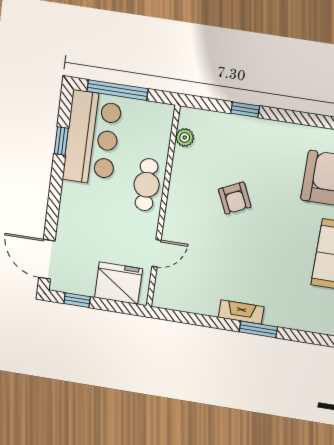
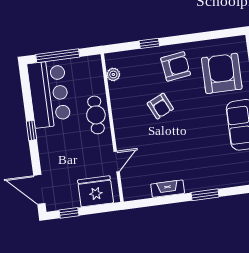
window: (61, 141) -> (31, 130), moved
armchair: (271, 151) -> (176, 66), added
fireplace: (241, 312) -> (168, 189), moved

